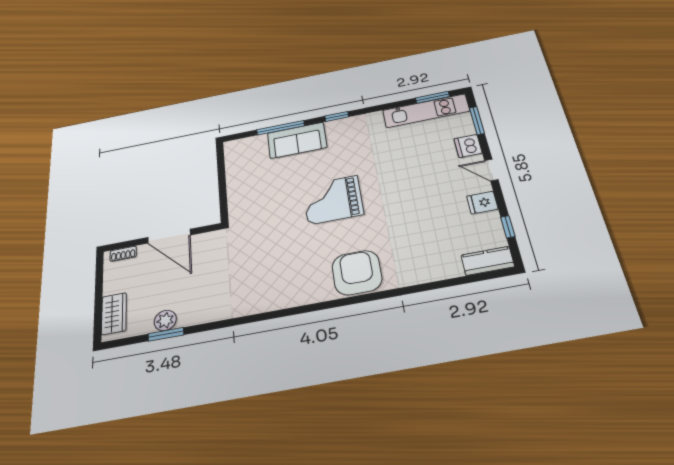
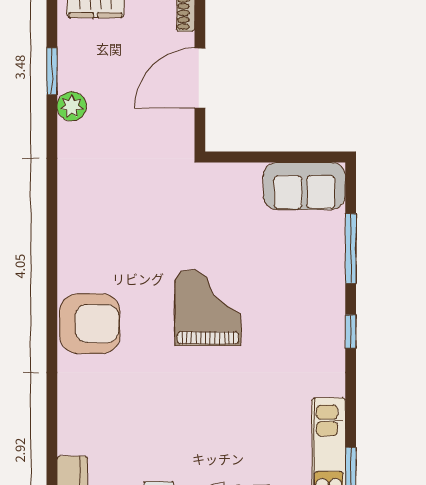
sofa: (297, 140) -> (304, 186), moved, turned -90
plant: (165, 320) -> (72, 106), moved

